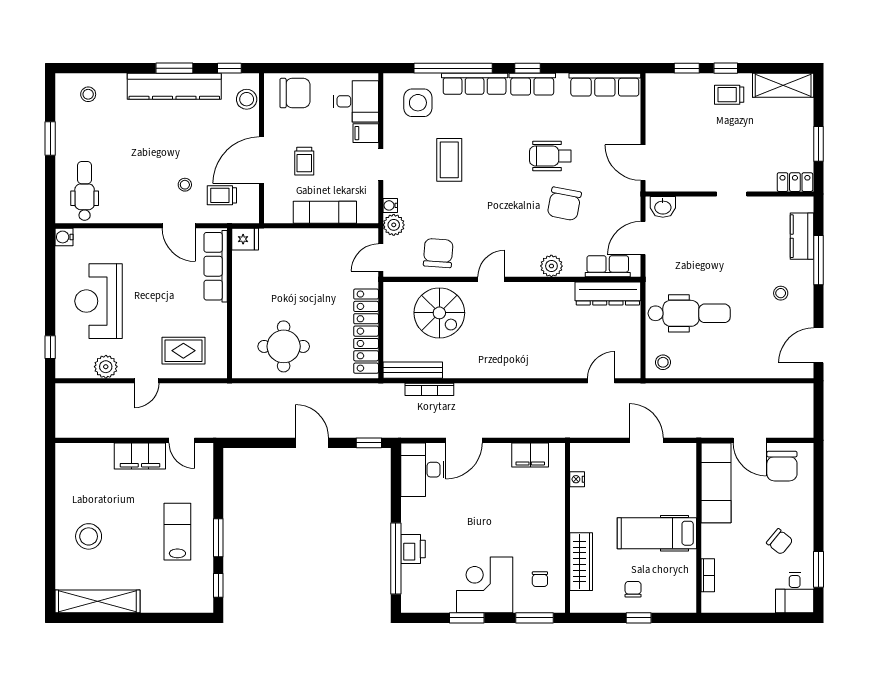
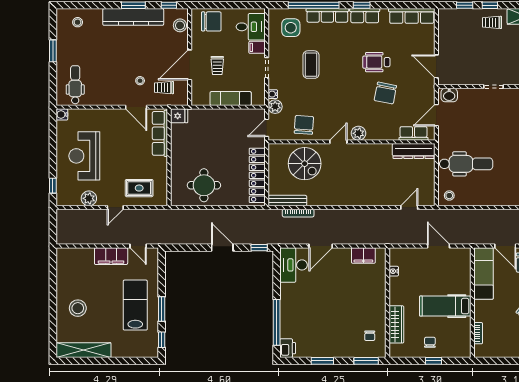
plant: (551, 266) -> (358, 133), moved
lab bench: (177, 532) -> (135, 305), width x1.36, depth x1.39
printer: (413, 549) -> (288, 348), moved
corner desk: (485, 585) -> (334, 339), removed

